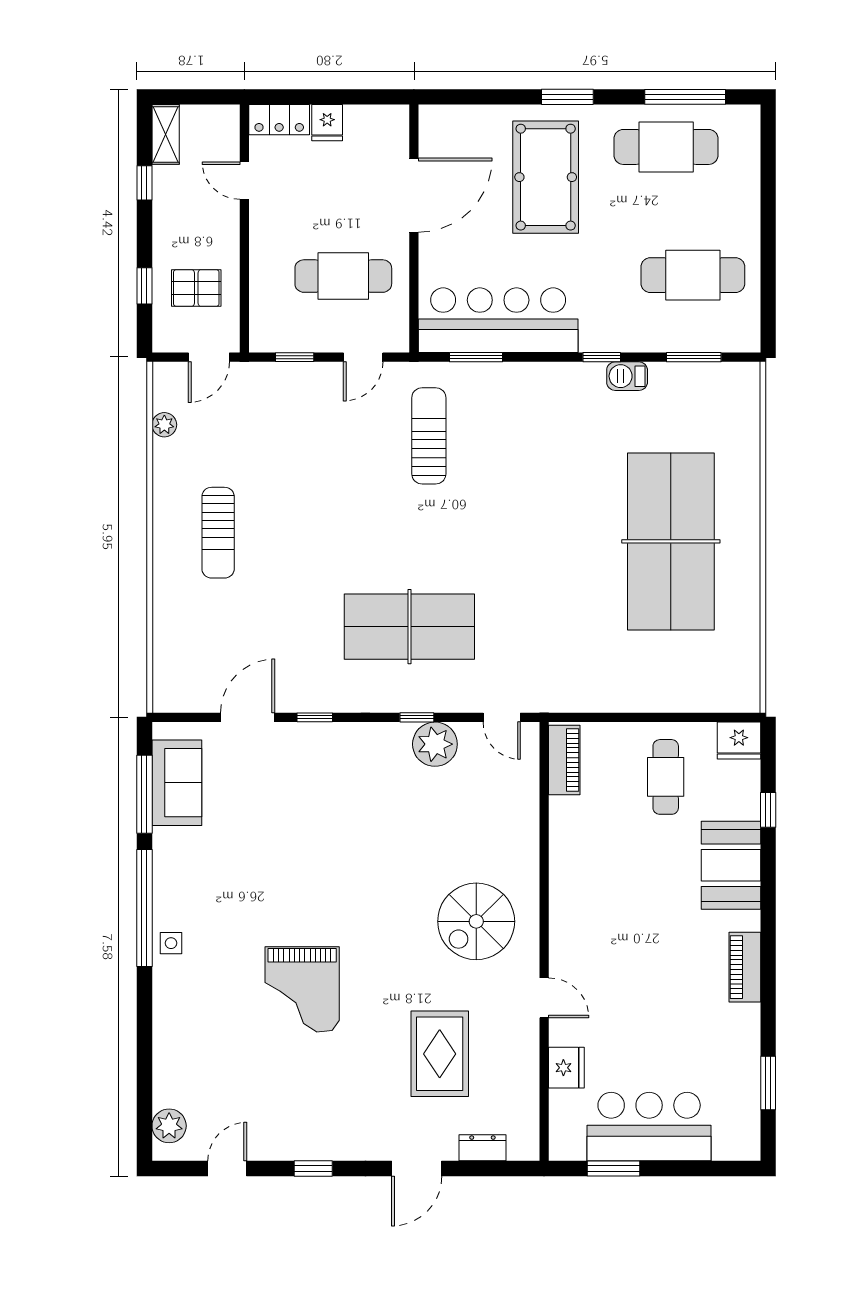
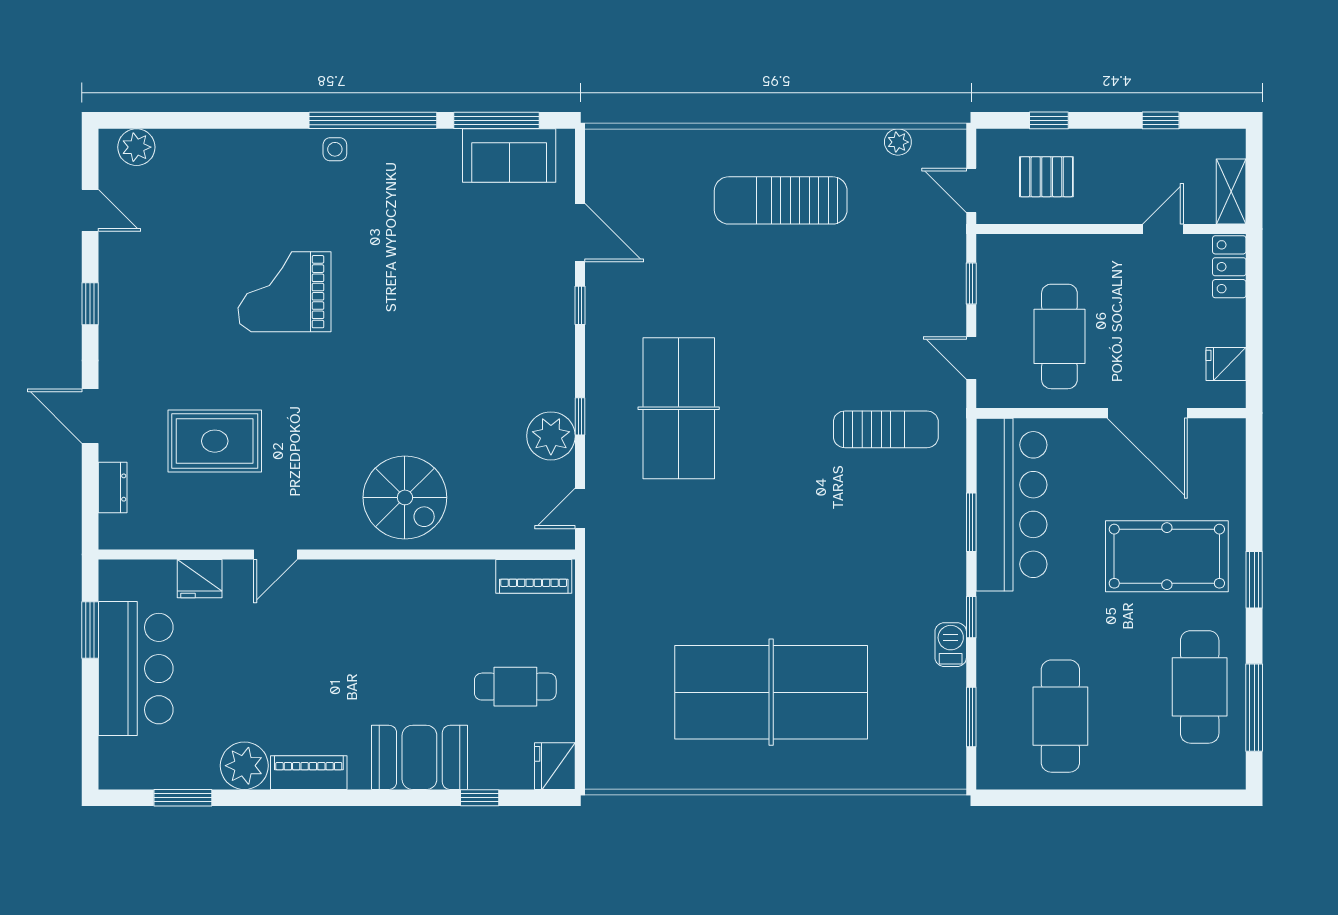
fridge: (327, 123) -> (1226, 364), moved
shelving: (166, 134) -> (1231, 191), moved, turned 90
pallet: (196, 288) -> (1046, 177), turned 90
window: (476, 357) -> (971, 522), moved
sun lounger: (218, 533) -> (781, 200), width x1.36, depth x1.34
spiral stairs: (476, 921) -> (405, 497), moved, turned 180
plant: (739, 1027) -> (244, 766), added

